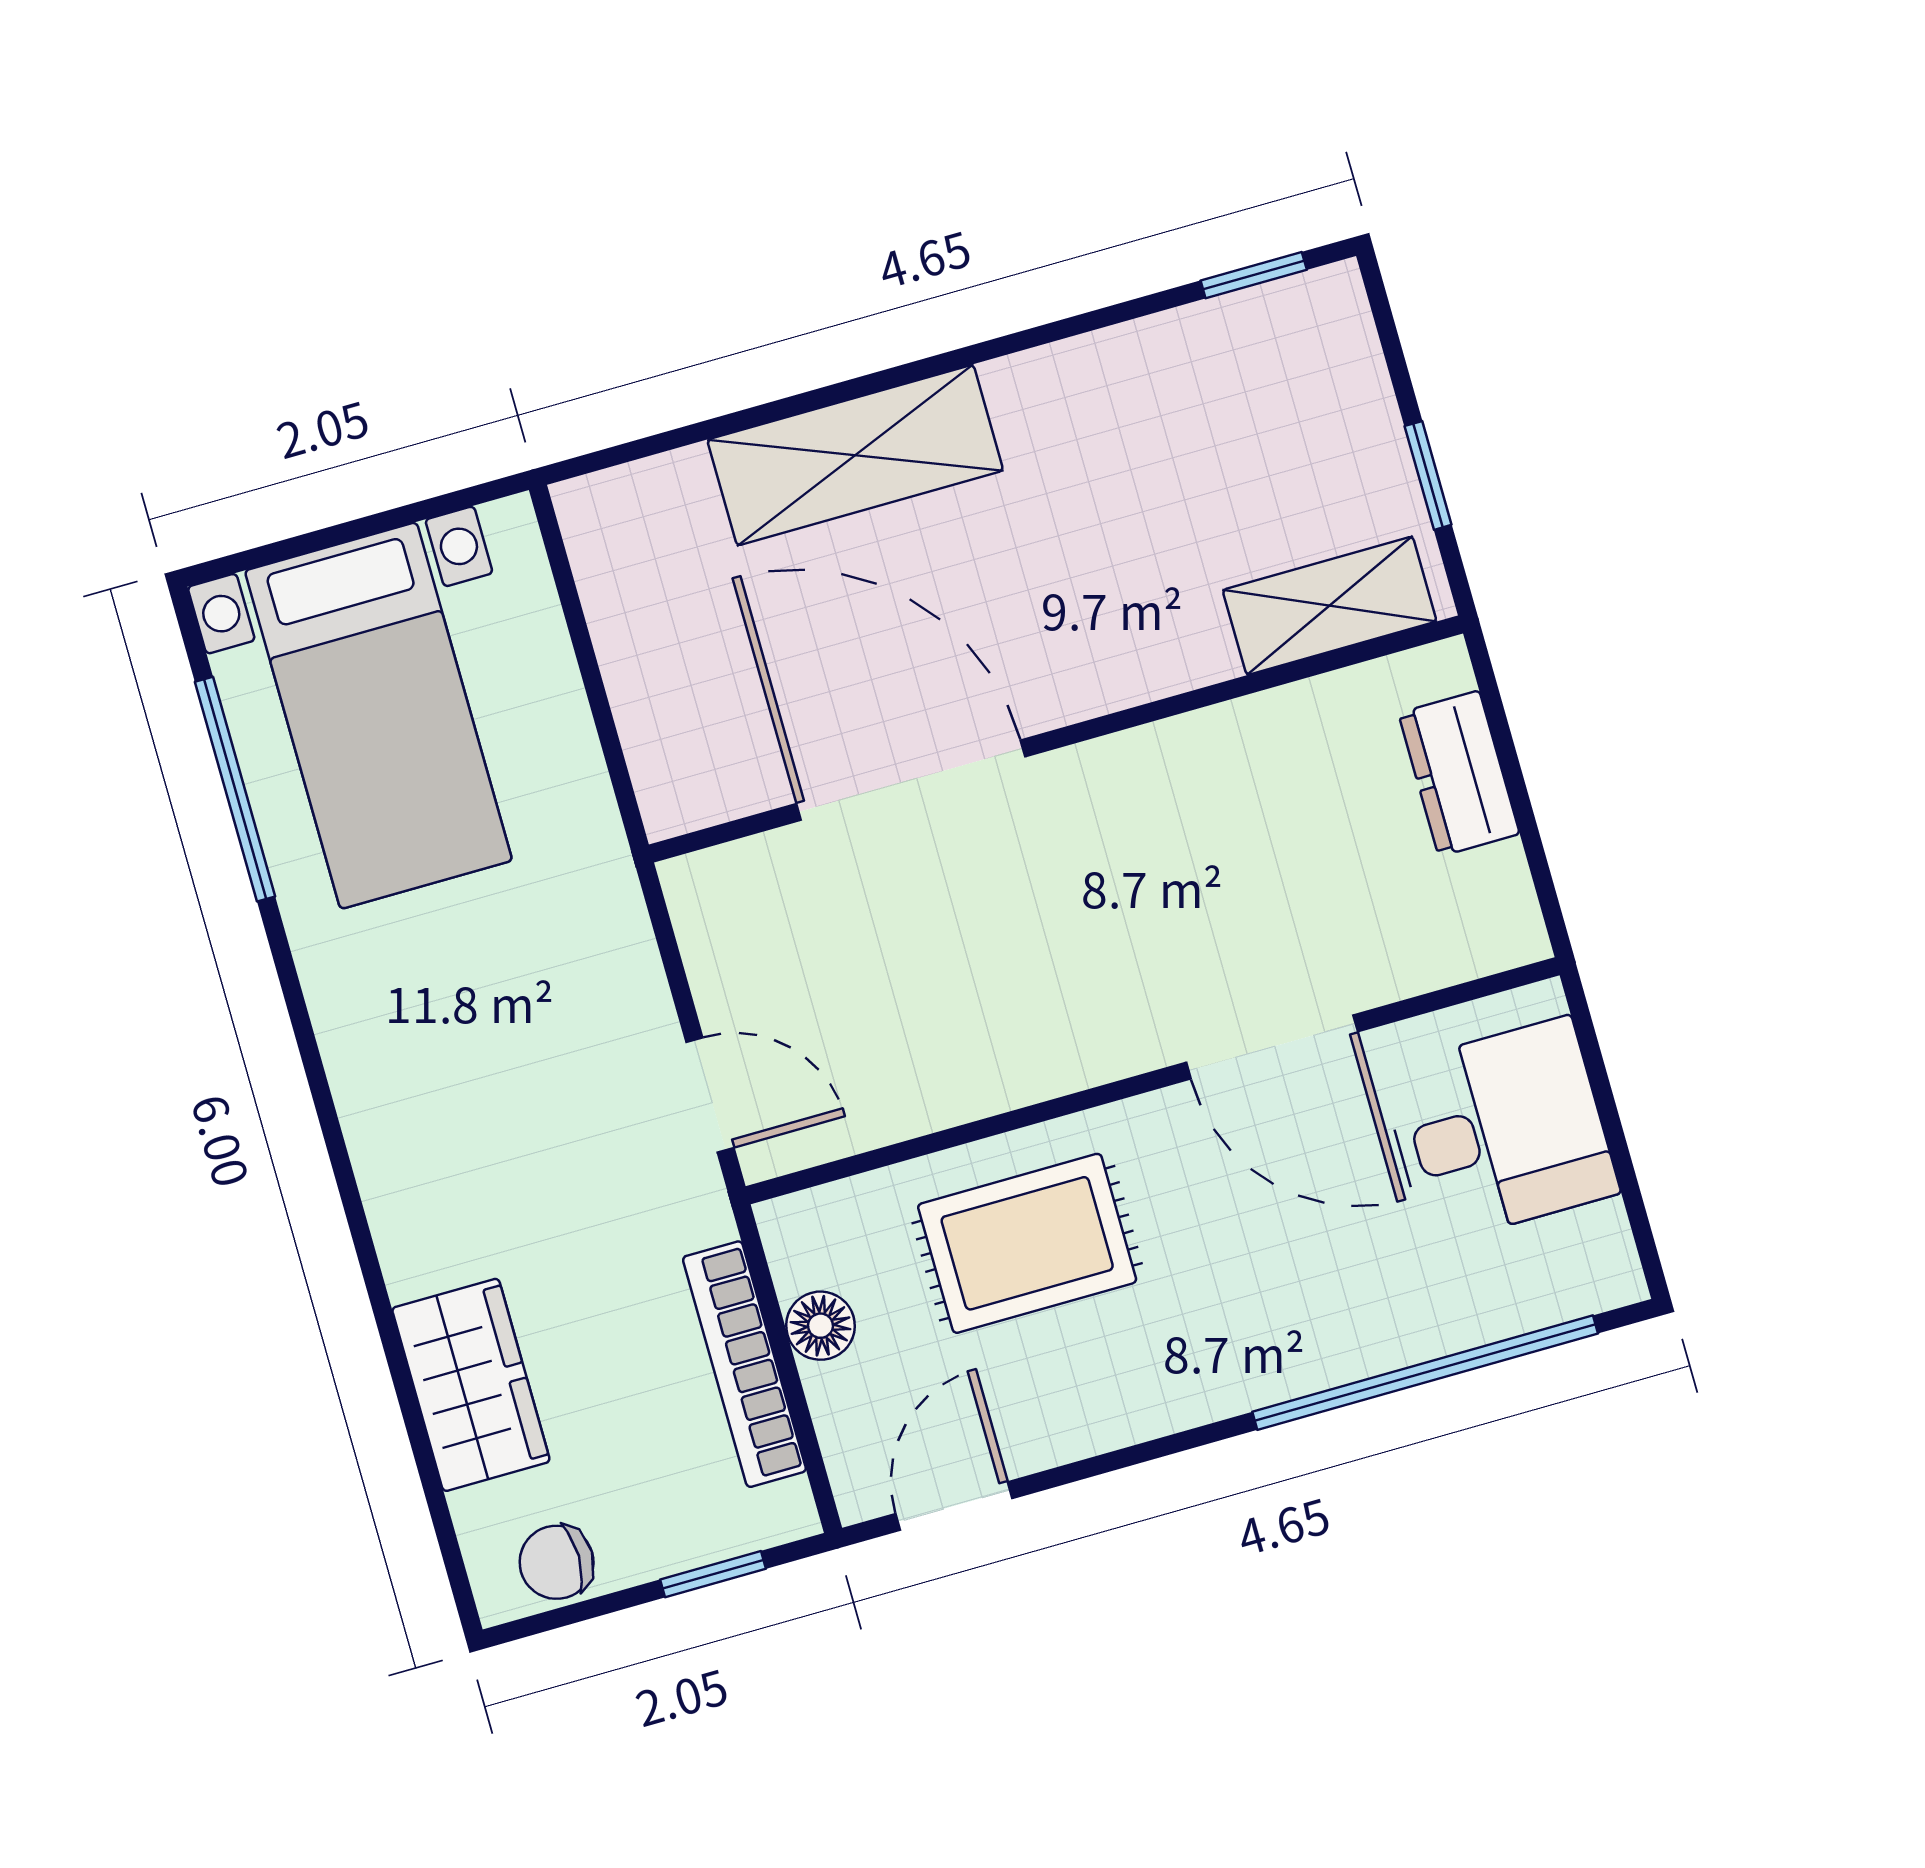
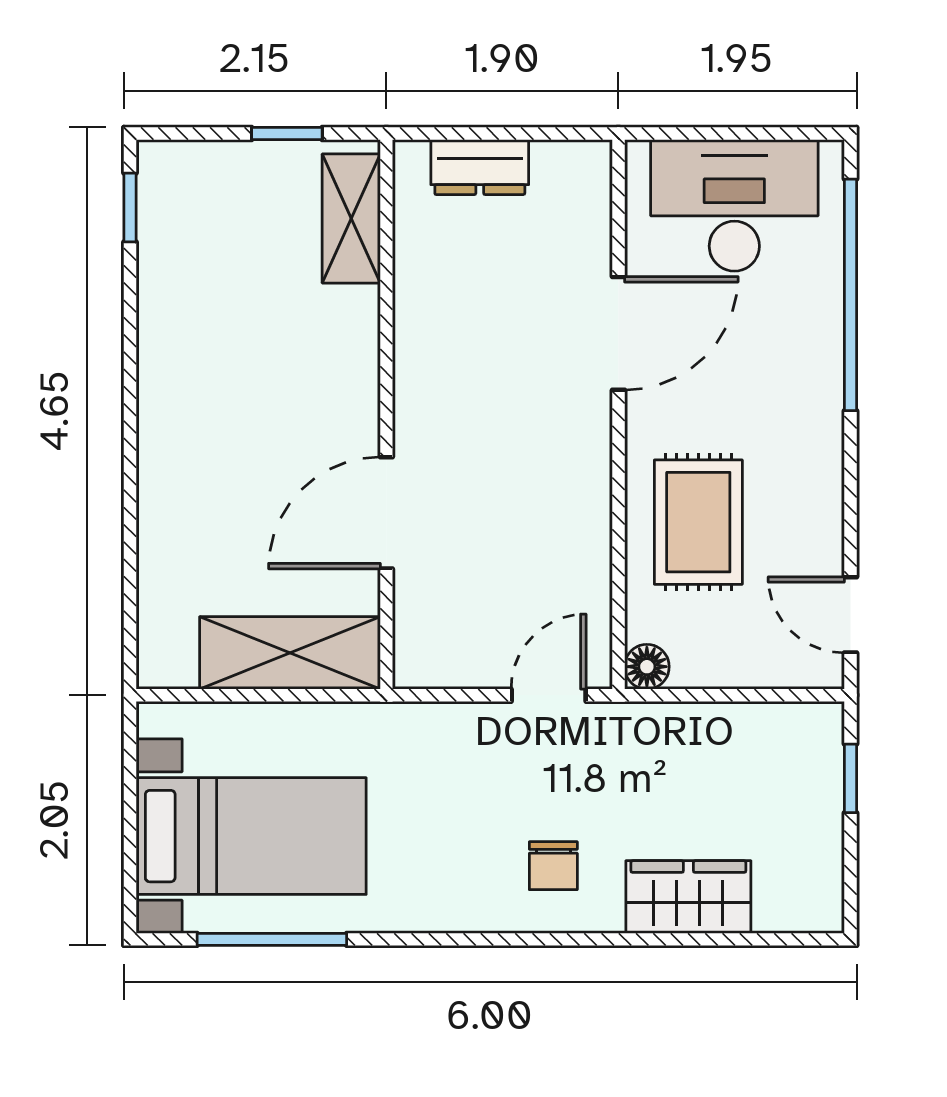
shelving: (855, 455) -> (290, 653), moved, turned 90
door: (911, 780) -> (386, 513), width x0.73
desk: (1499, 1131) -> (734, 205), width x1.37
floor lamp: (820, 1326) -> (647, 667), moved
bookcase: (744, 1364) -> (724, 721), removed
chair: (557, 1562) -> (553, 866), moved

